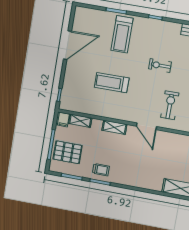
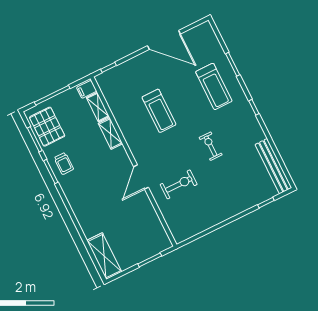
treadmill: (122, 34) -> (214, 86), turned -90
treadmill: (112, 83) -> (159, 111), turned 180
shelving: (114, 127) -> (110, 134), moved
pallet: (68, 152) -> (47, 127), moved

